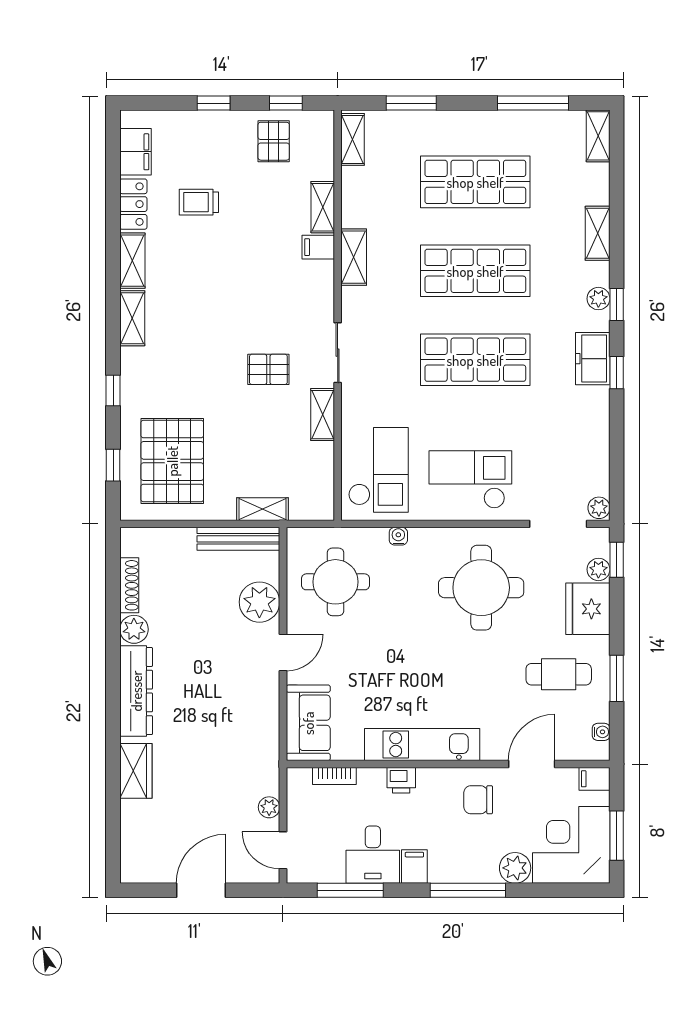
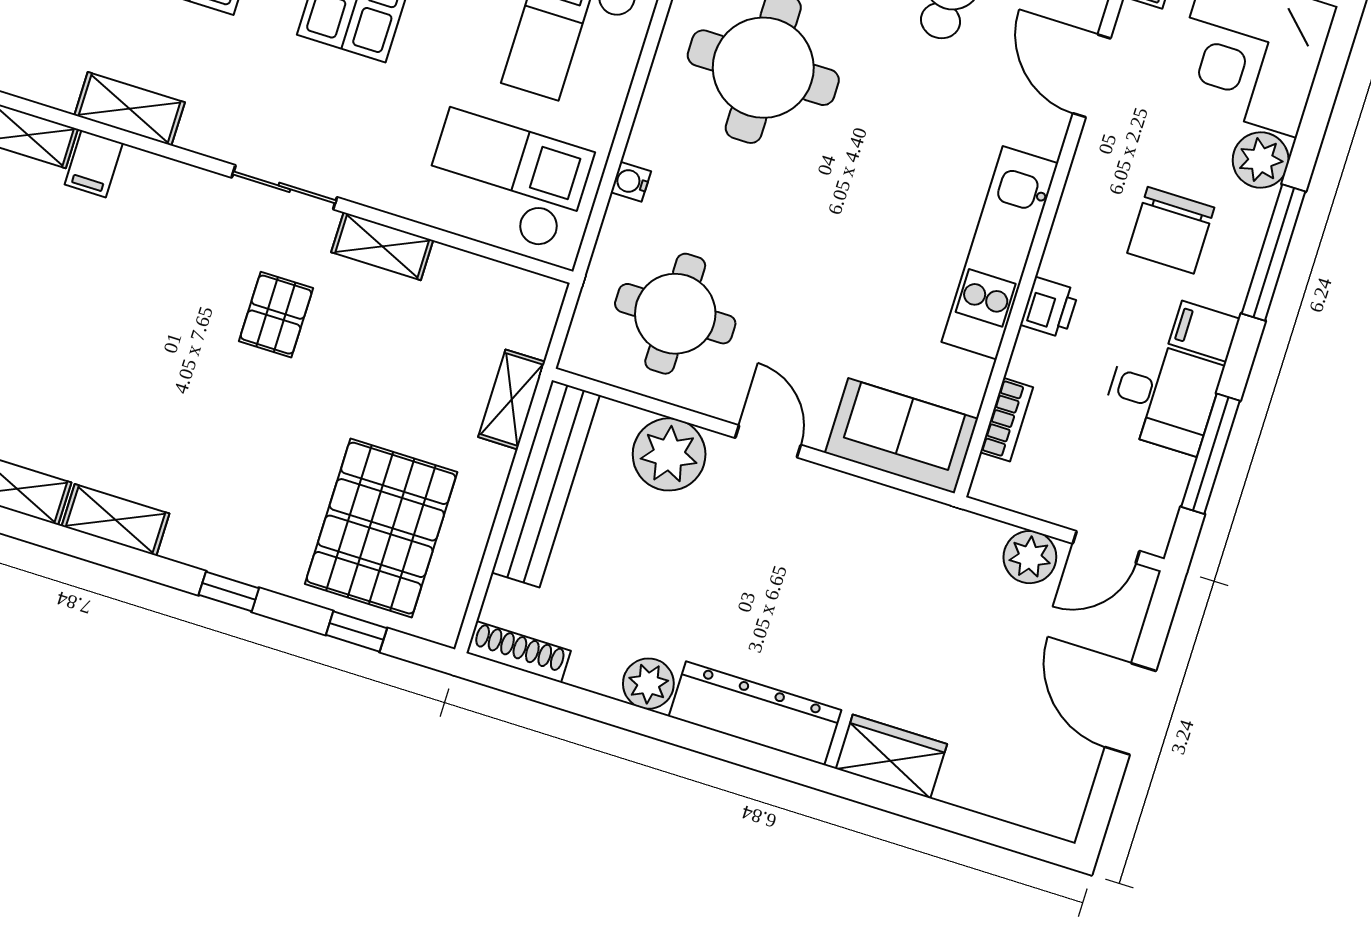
pallet: (172, 461) -> (381, 528), turned 90
bench: (238, 539) -> (546, 484), width x1.37, depth x1.21
shoe rack: (129, 585) -> (519, 652), moved
chair: (478, 800) -> (1171, 230), moved, width x1.37, depth x1.37
plant: (269, 807) -> (1030, 557), width x1.38, depth x1.38

